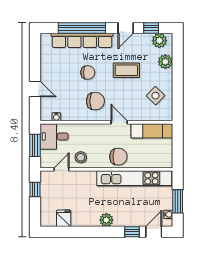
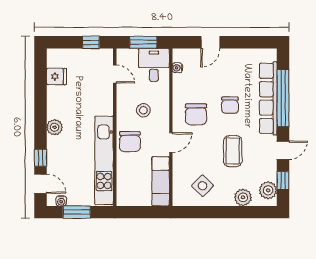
door: (126, 28) -> (283, 150), swing flipped
stool: (81, 157) -> (143, 110), moved

